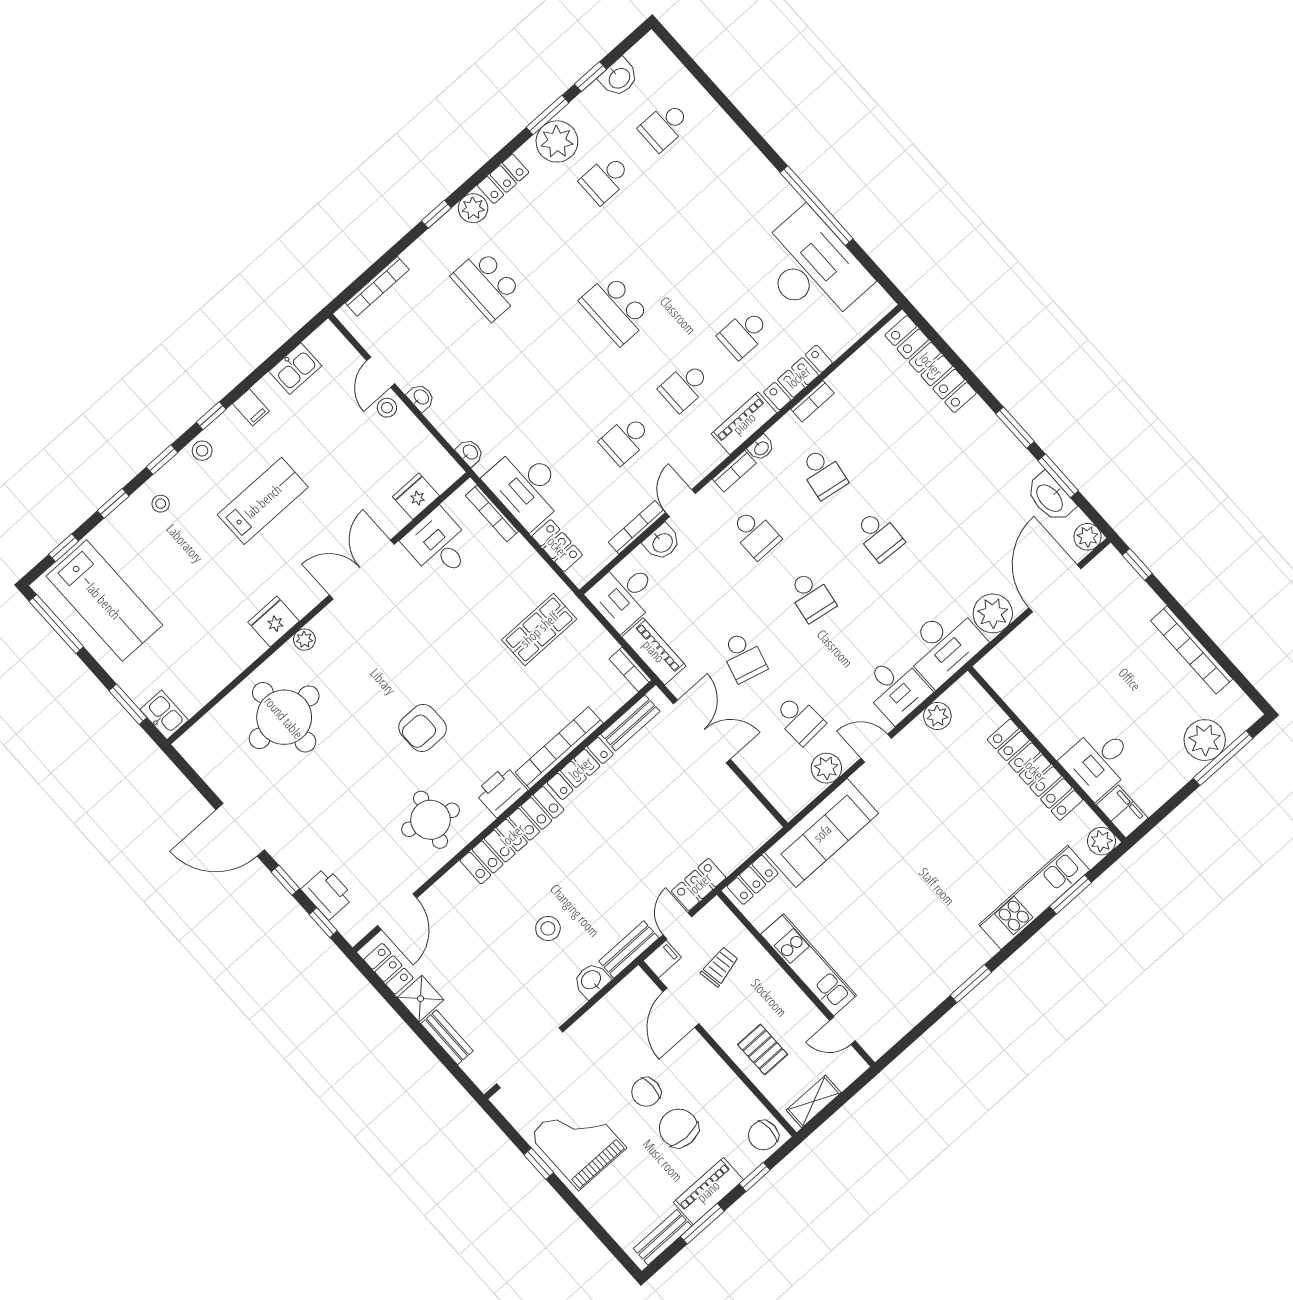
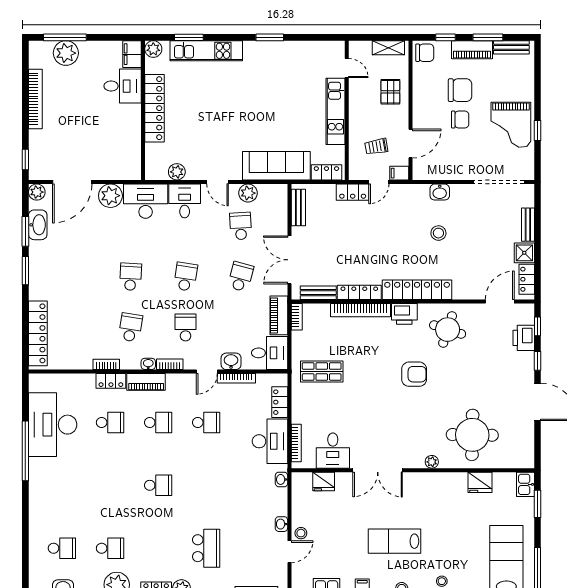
school desk: (615, 309) -> (158, 485), width x0.54
locker: (798, 377) -> (111, 381), width x0.66
fridge: (274, 622) -> (480, 482), moved
bench: (629, 950) -> (298, 207), moved, turned 90
chair: (679, 1128) -> (460, 90), turned -90

